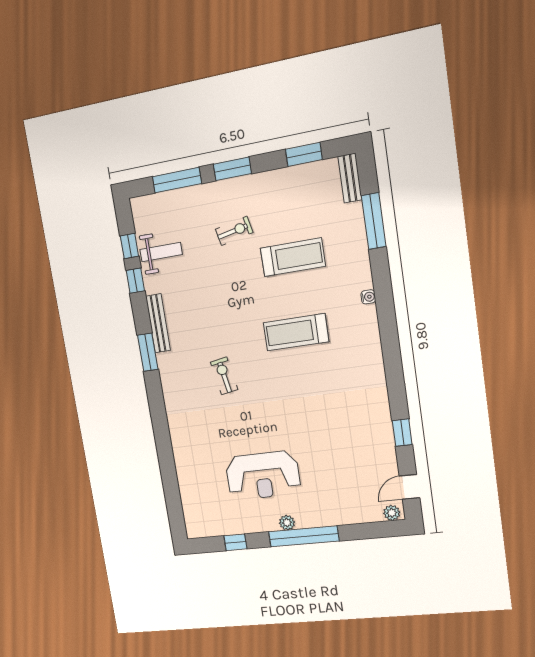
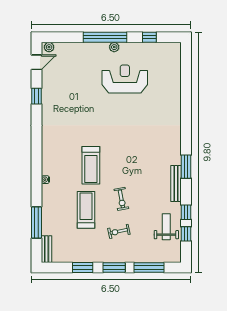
window: (304, 154) -> (83, 268), moved
weight bench: (161, 252) -> (166, 227), turned 90
treadmill: (293, 257) -> (86, 210), turned 90
treadmill: (296, 332) -> (91, 165), turned 90
exercise bike: (224, 376) -> (121, 199), moved

